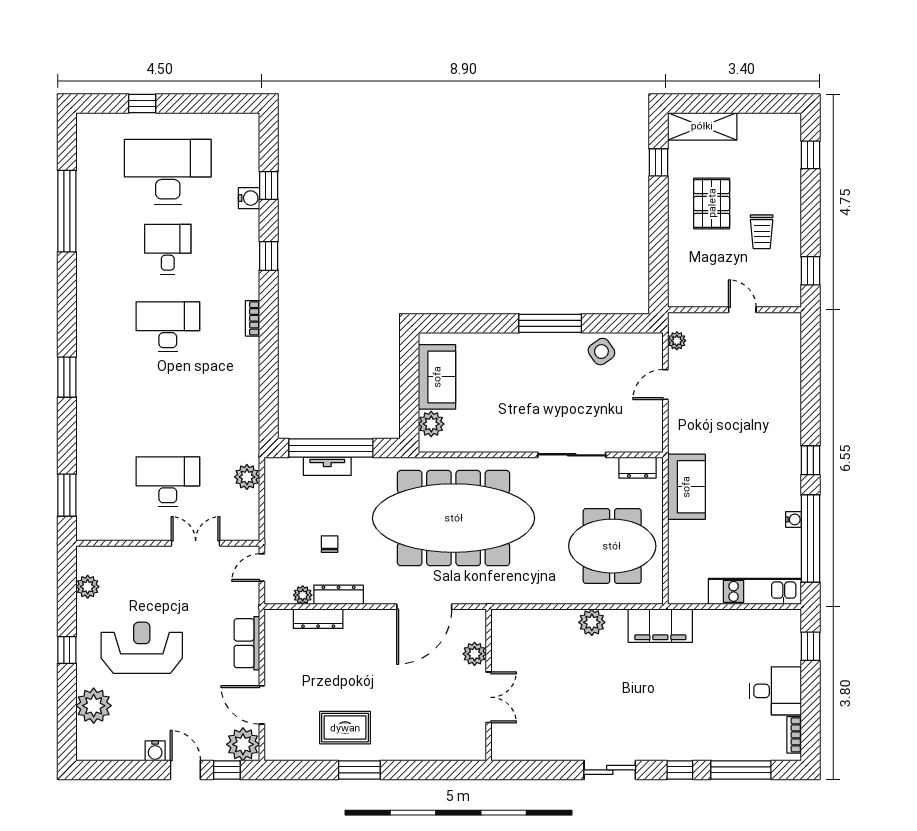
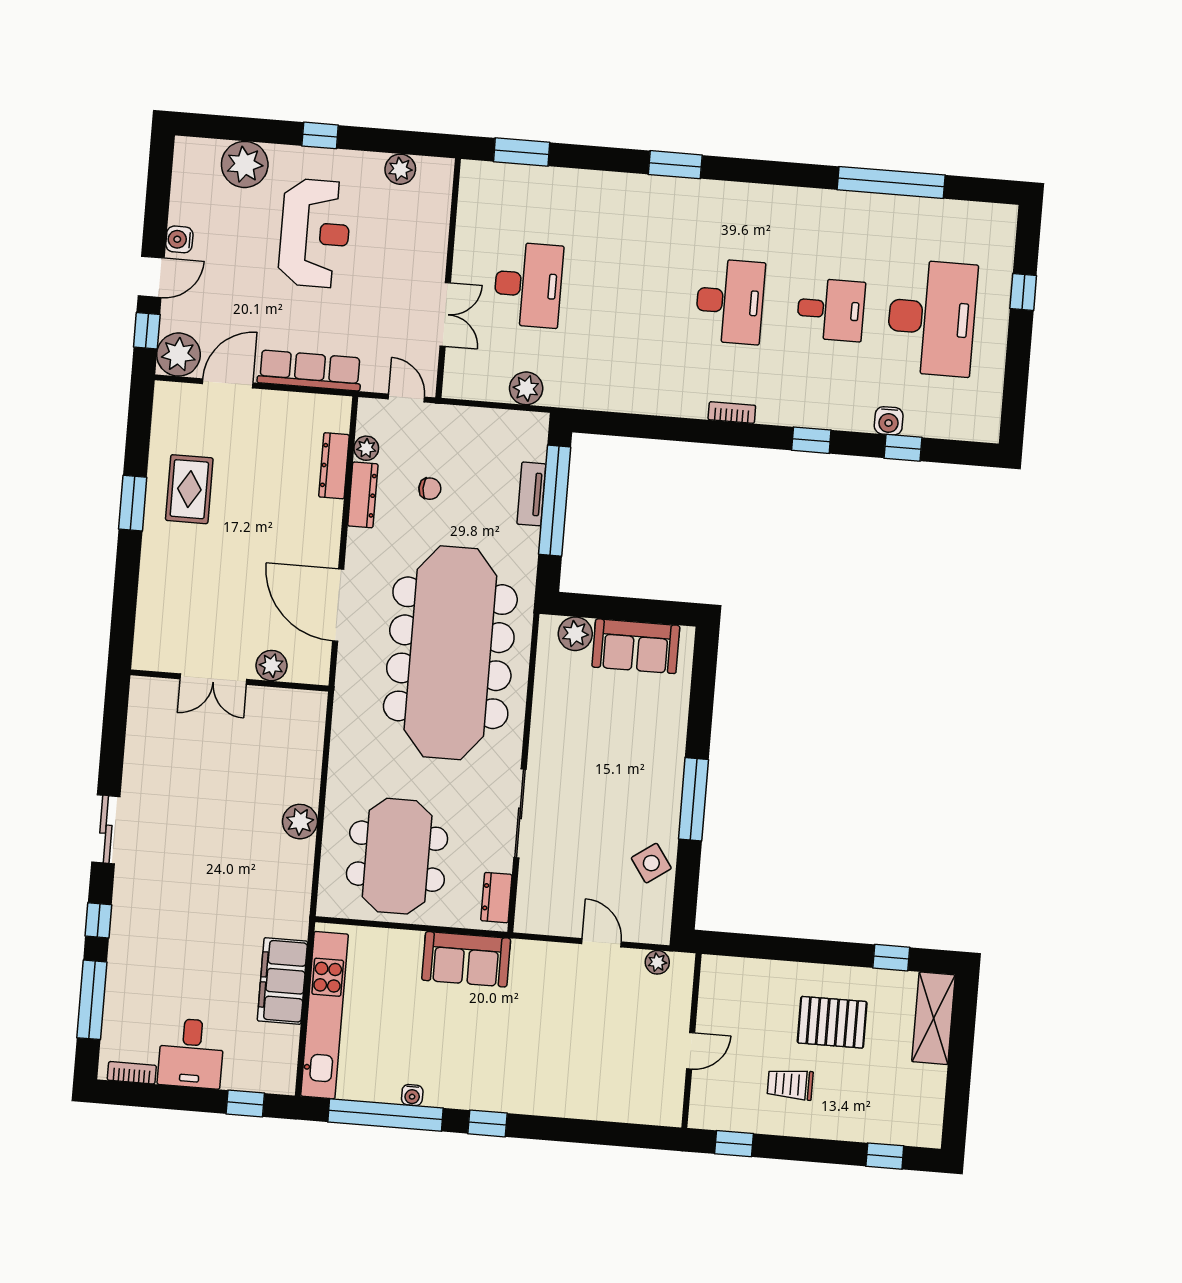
kitchen unit: (755, 591) -> (325, 1015), width x1.36
filing cabinet: (660, 626) -> (282, 981), moved
row of seats: (247, 643) -> (310, 370), width x1.48

